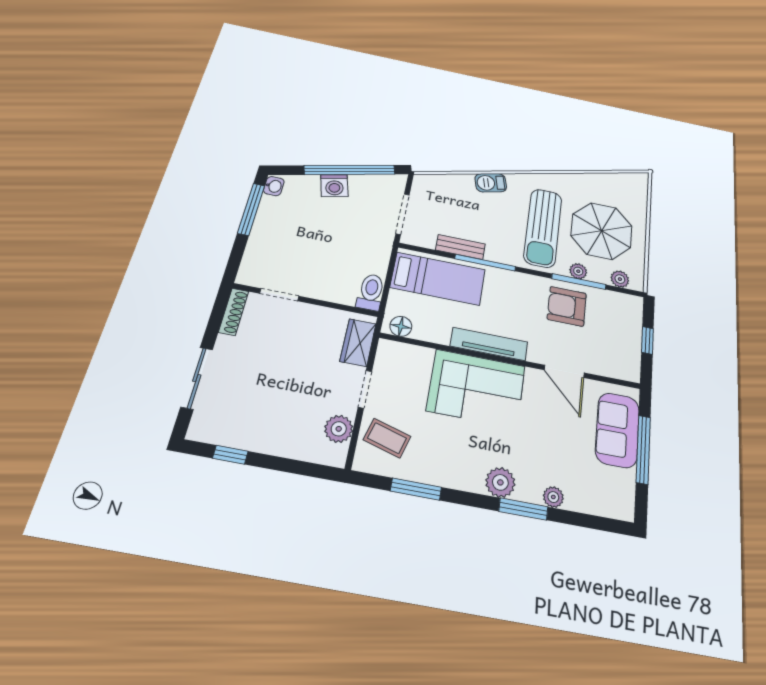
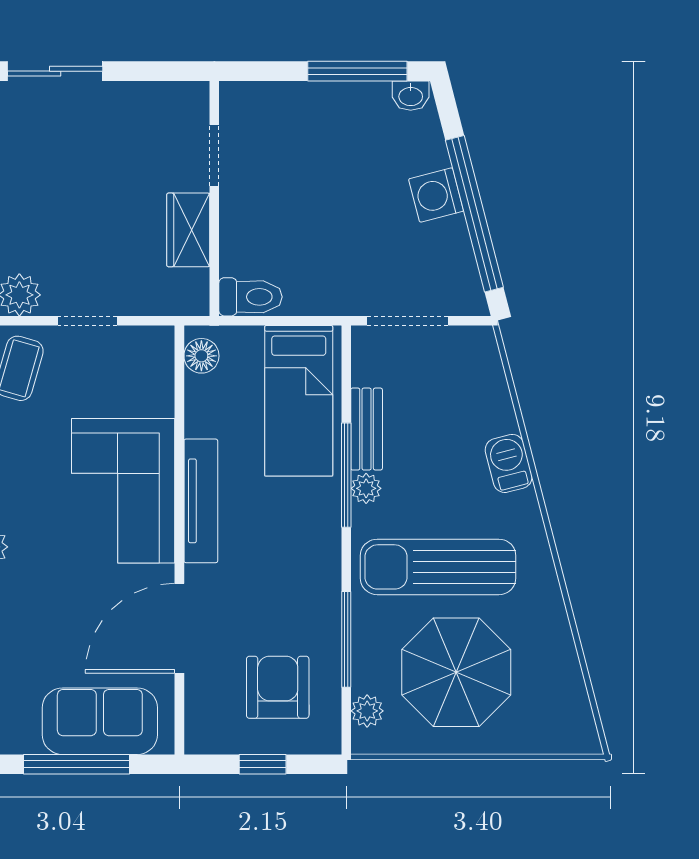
plant: (578, 271) -> (366, 488), moved
armchair: (567, 306) -> (278, 687), moved
shoe rack: (234, 312) -> (171, 94), removed
wardrobe: (358, 343) -> (188, 230), moved, turned -90
door: (564, 371) -> (179, 628), width x1.36

